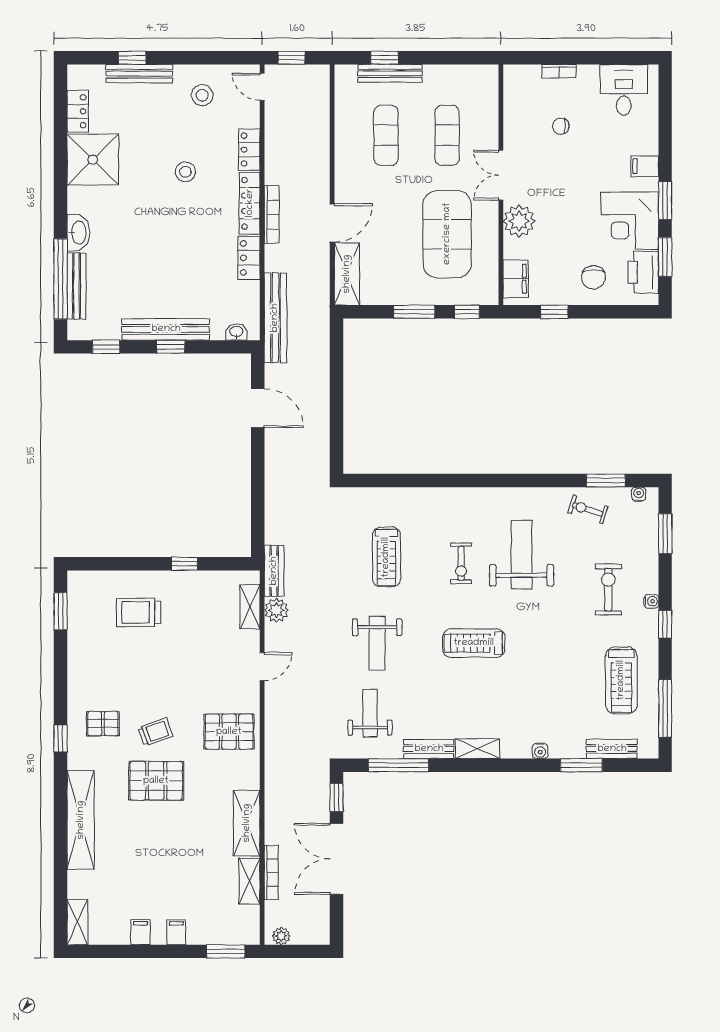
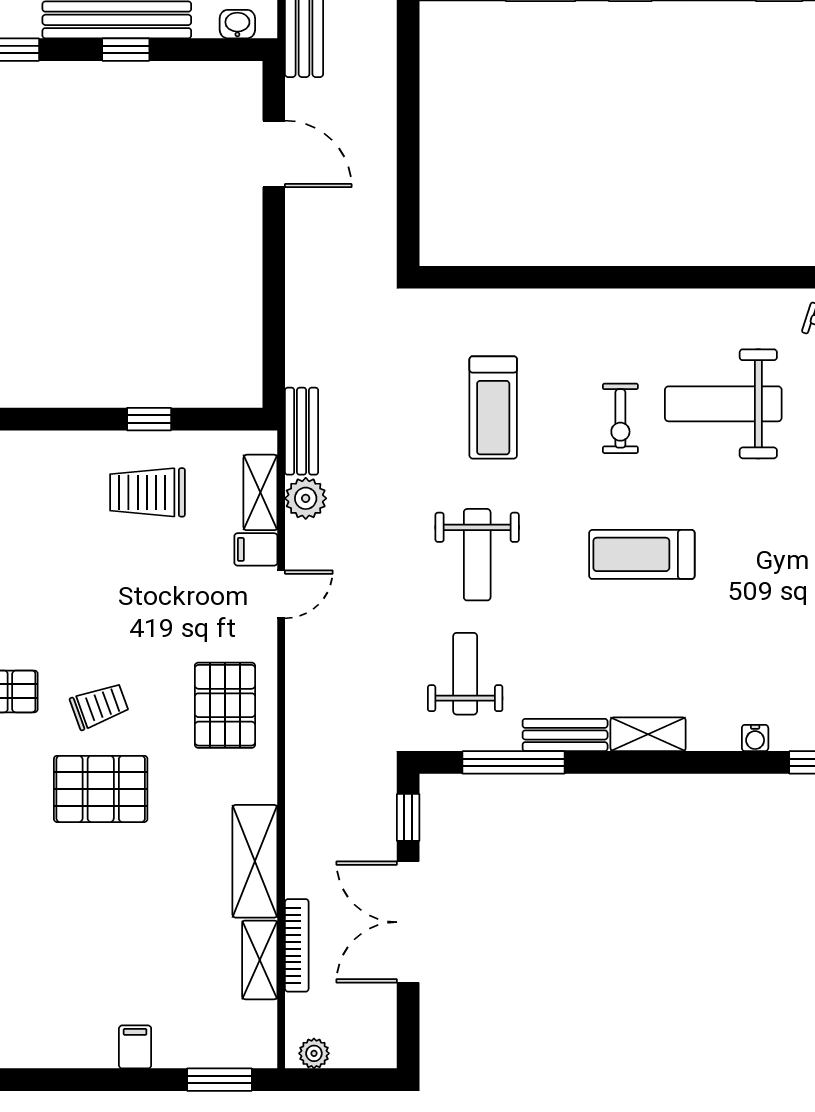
weight bench: (522, 555) -> (723, 404), turned -90
trolley: (139, 612) -> (147, 492), moved
pallet: (229, 732) -> (225, 705), turned 90
filing cabinet: (140, 932) -> (256, 549), moved, turned -90

